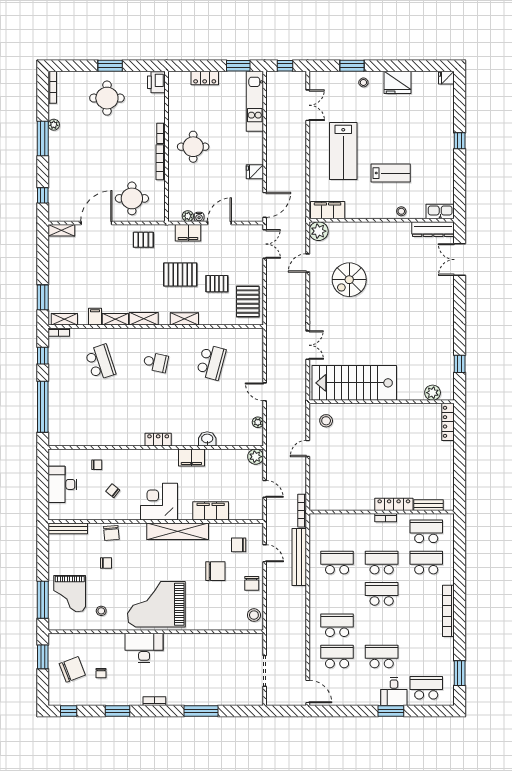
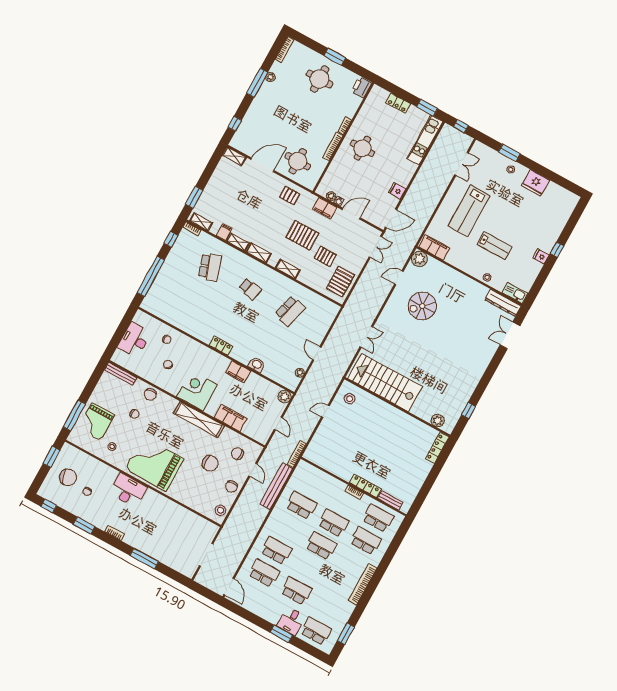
fridge: (446, 78) -> (541, 256), moved

